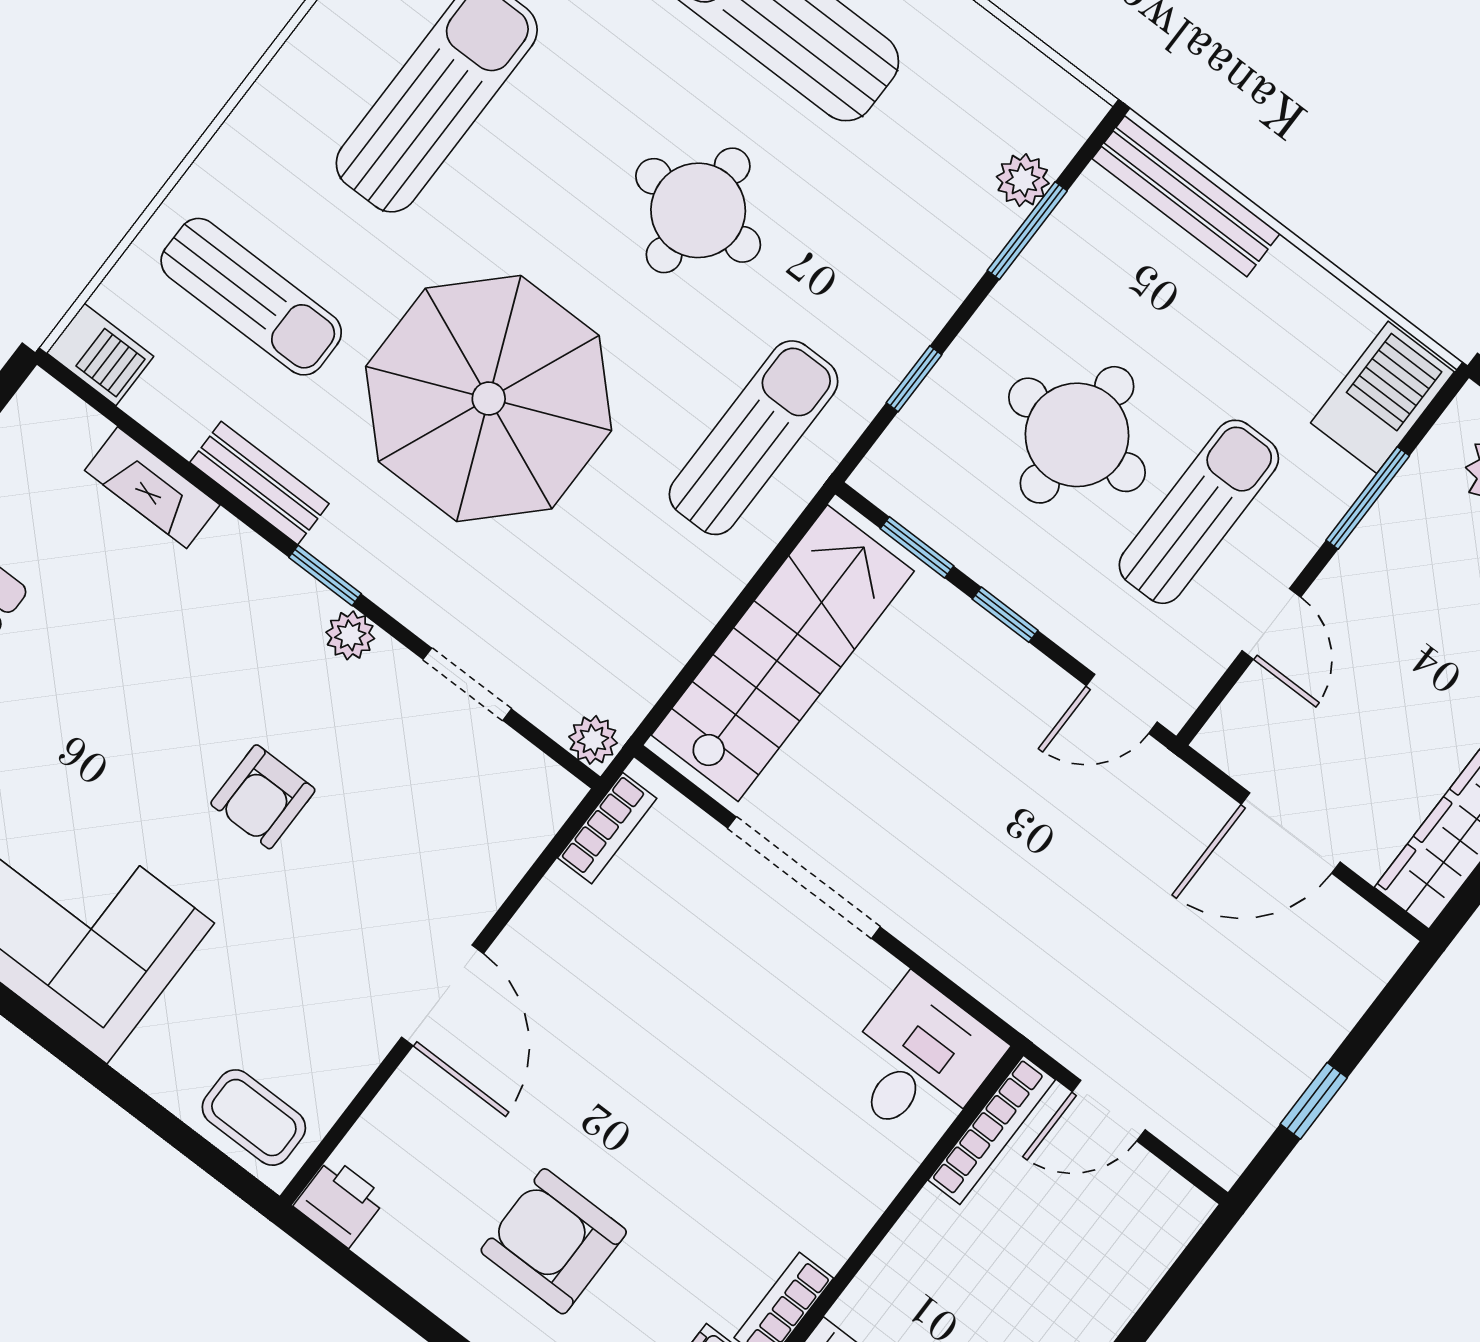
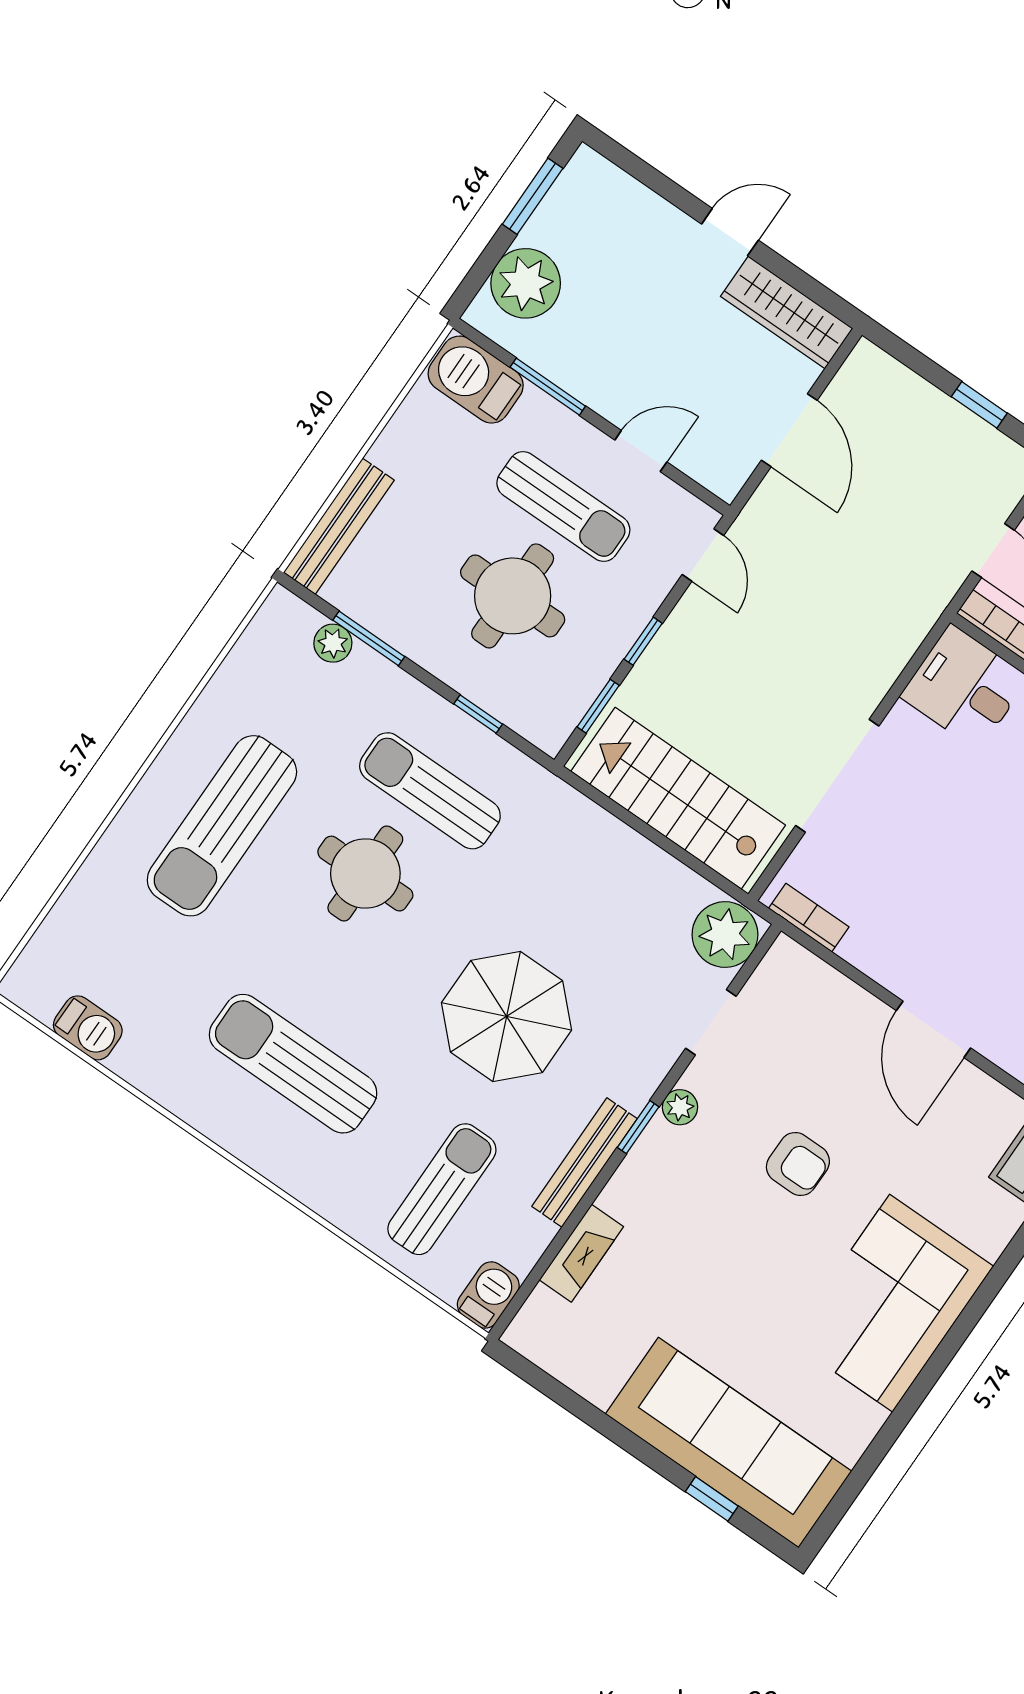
parasol: (489, 399) -> (507, 1016), width x0.73, depth x0.73
sun lounger: (754, 438) -> (430, 791), moved
bench: (259, 483) -> (585, 1163), width x1.36
sun lounger: (1199, 512) -> (563, 507), turned 180
plant: (593, 740) -> (725, 935), width x1.88, depth x1.88
door: (442, 995) -> (933, 1029), swing flipped

